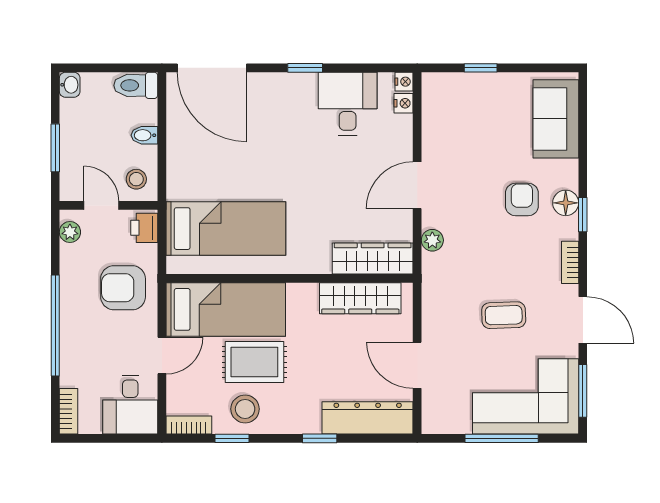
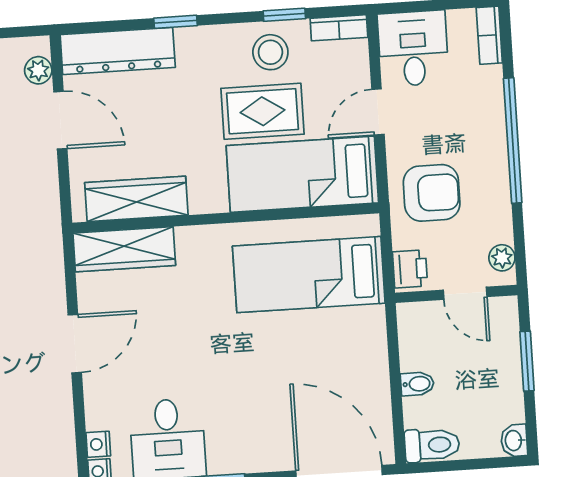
stool: (136, 179) -> (424, 329), removed
plant: (432, 240) -> (38, 70), moved

